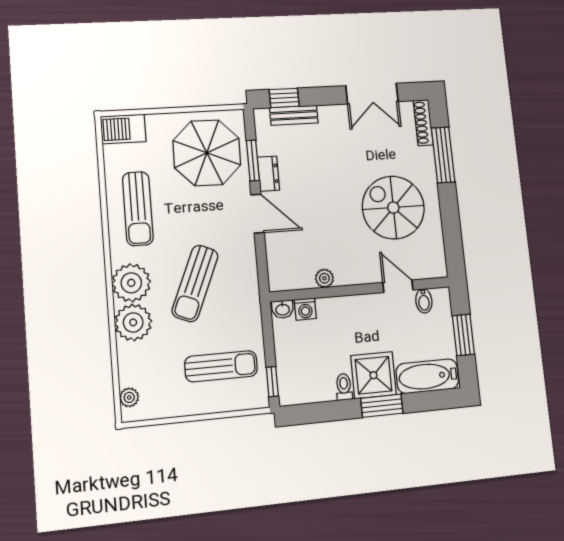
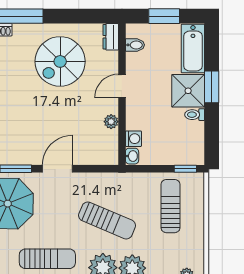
dresser: (268, 174) -> (111, 37), moved, turned -90
door: (398, 286) -> (122, 86), moved

